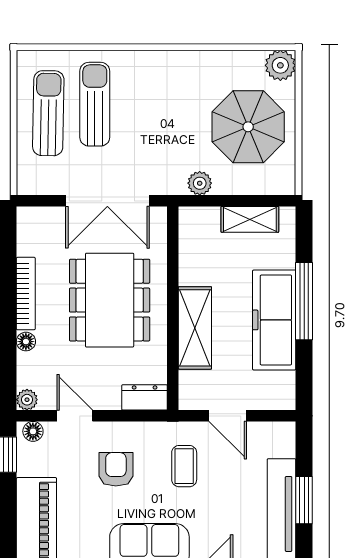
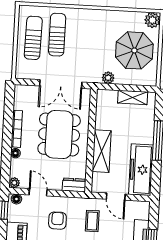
freezer: (274, 320) -> (141, 170), moved

